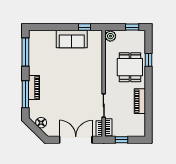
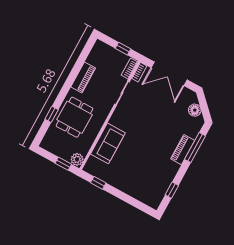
window: (132, 27) -> (63, 164), moved
sofa: (72, 39) -> (108, 143), moved, turned 90
window: (25, 52) -> (172, 190), width x0.46

